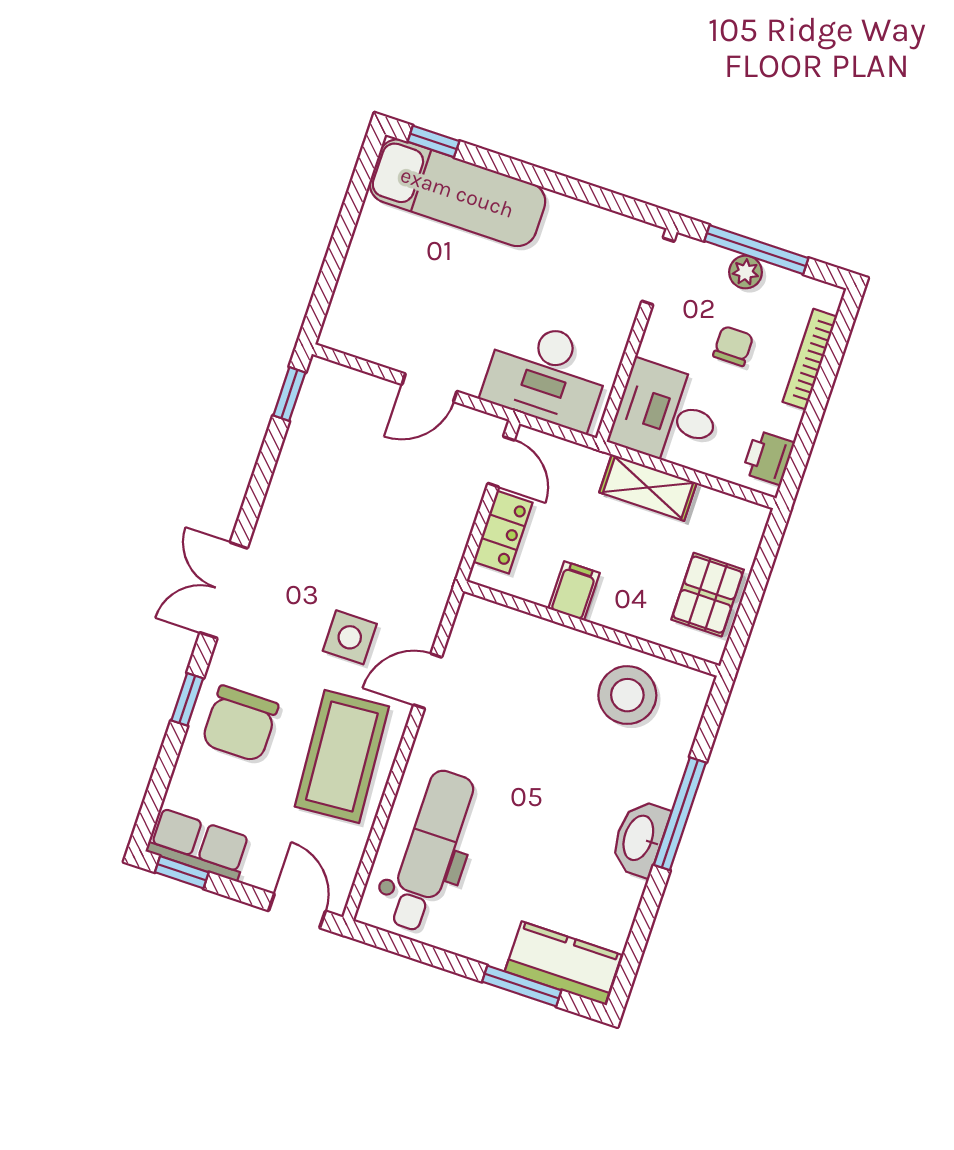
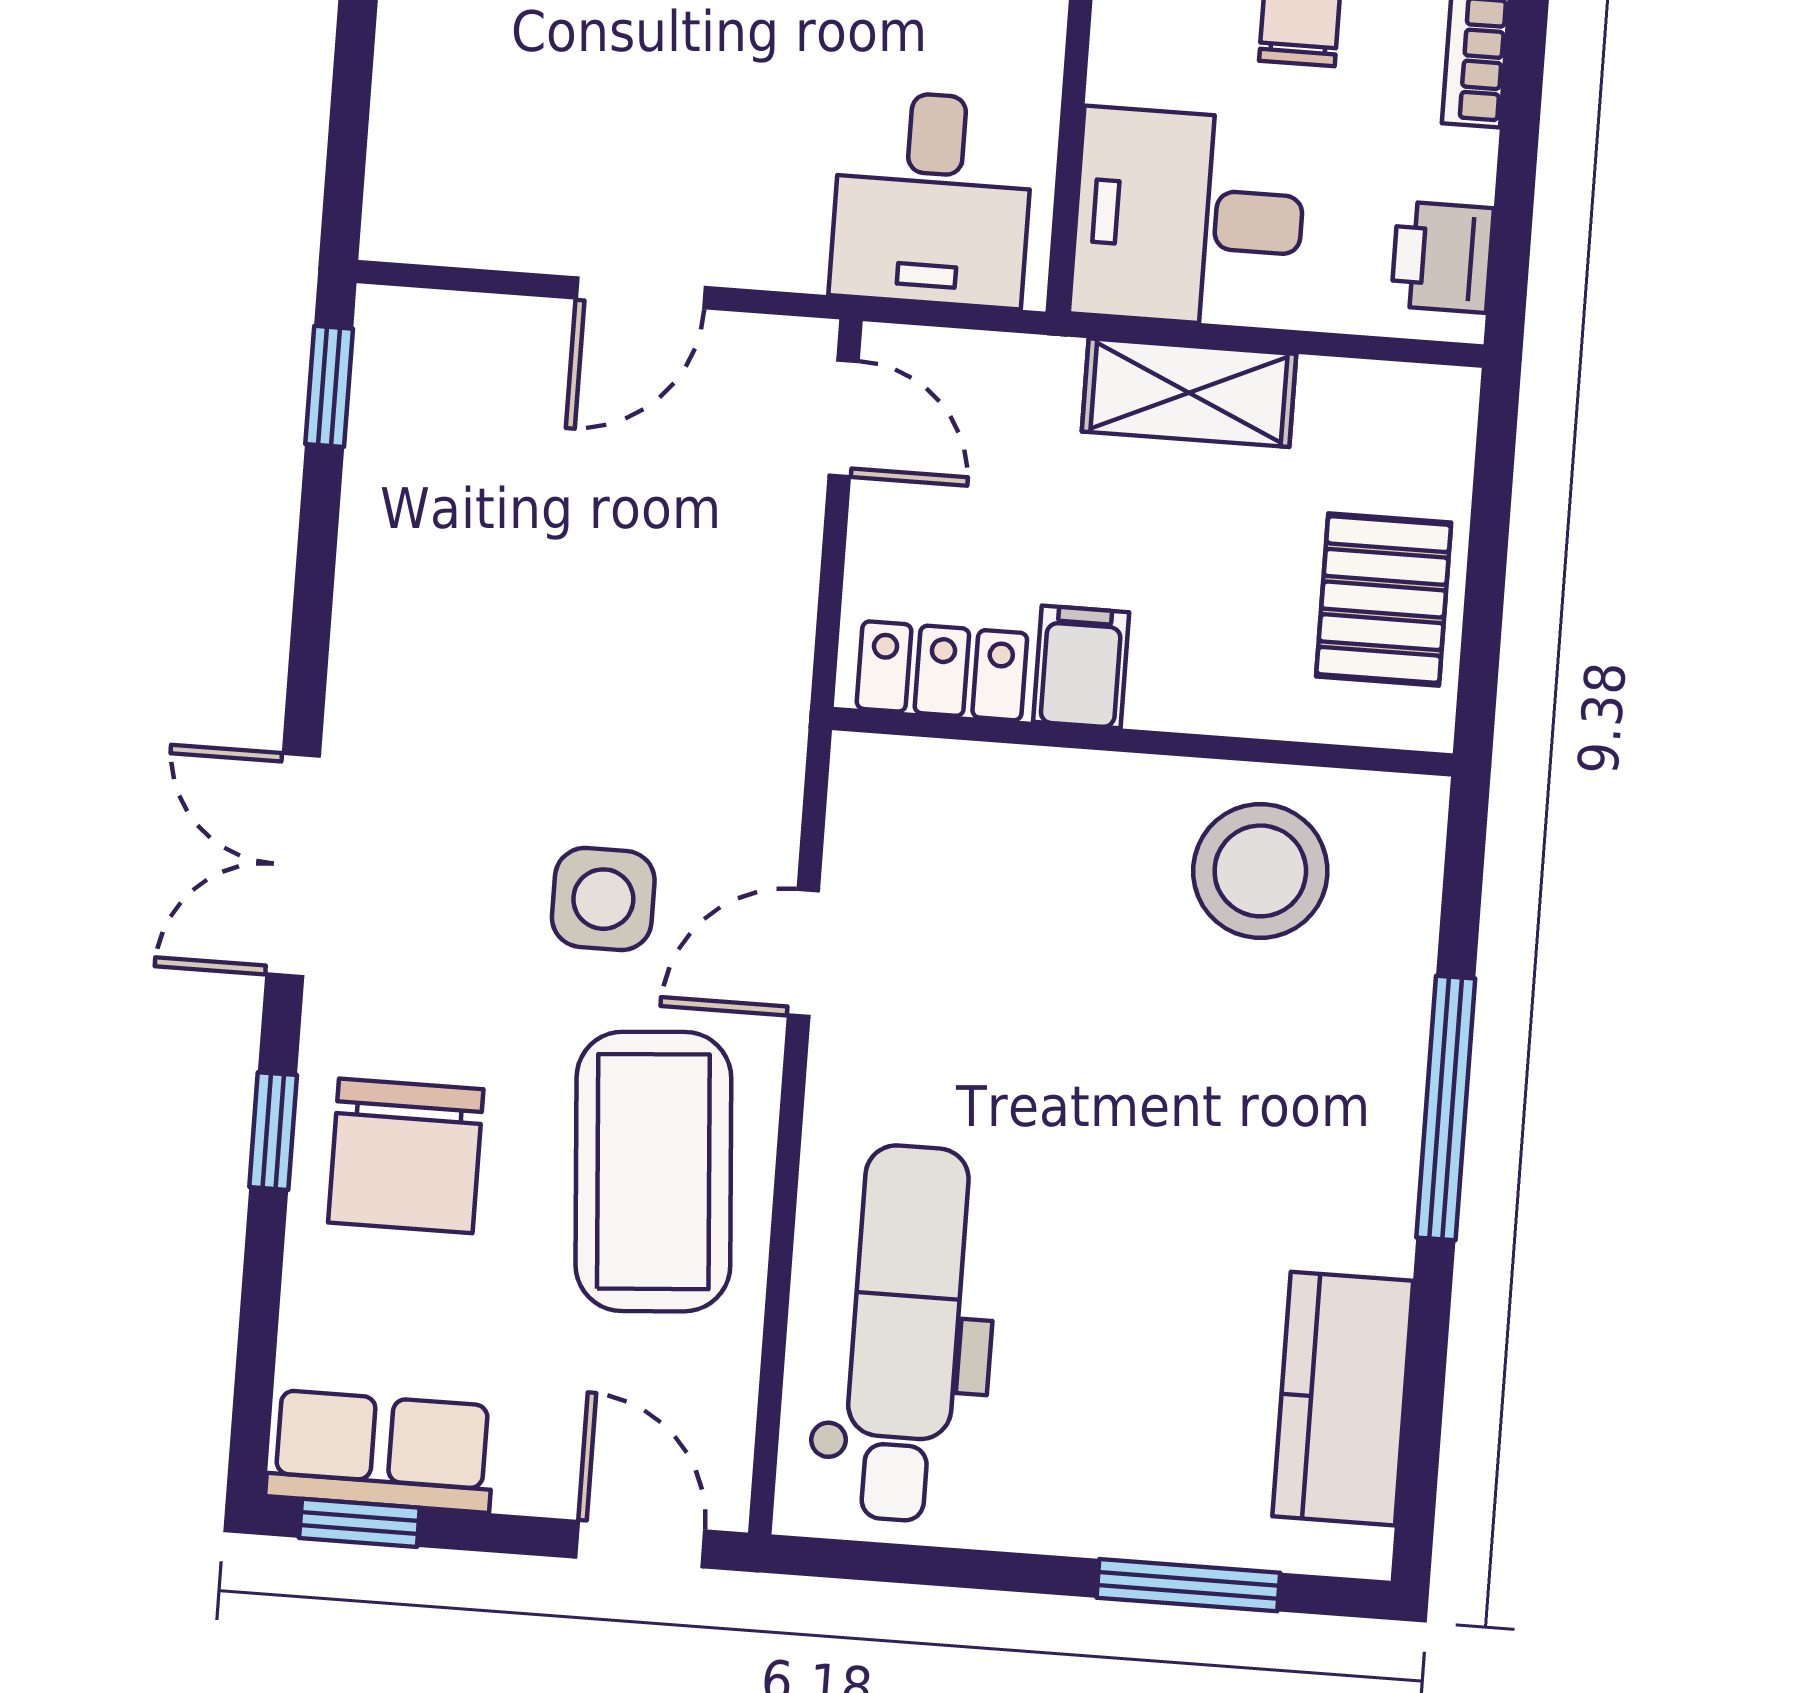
desk: (547, 374) -> (932, 199), width x0.73
locker: (503, 532) -> (942, 671), moved, turned -90
washbasin: (640, 838) -> (1369, 1186), removed
kitchen counter: (563, 963) -> (1343, 1399), moved, turned -90

